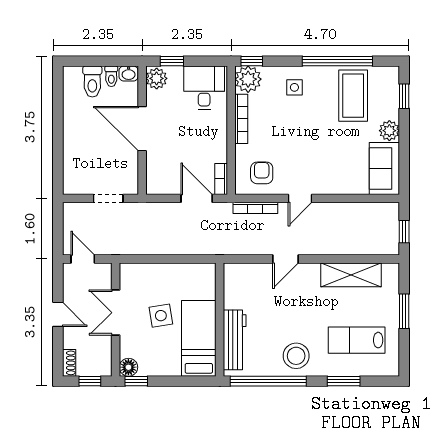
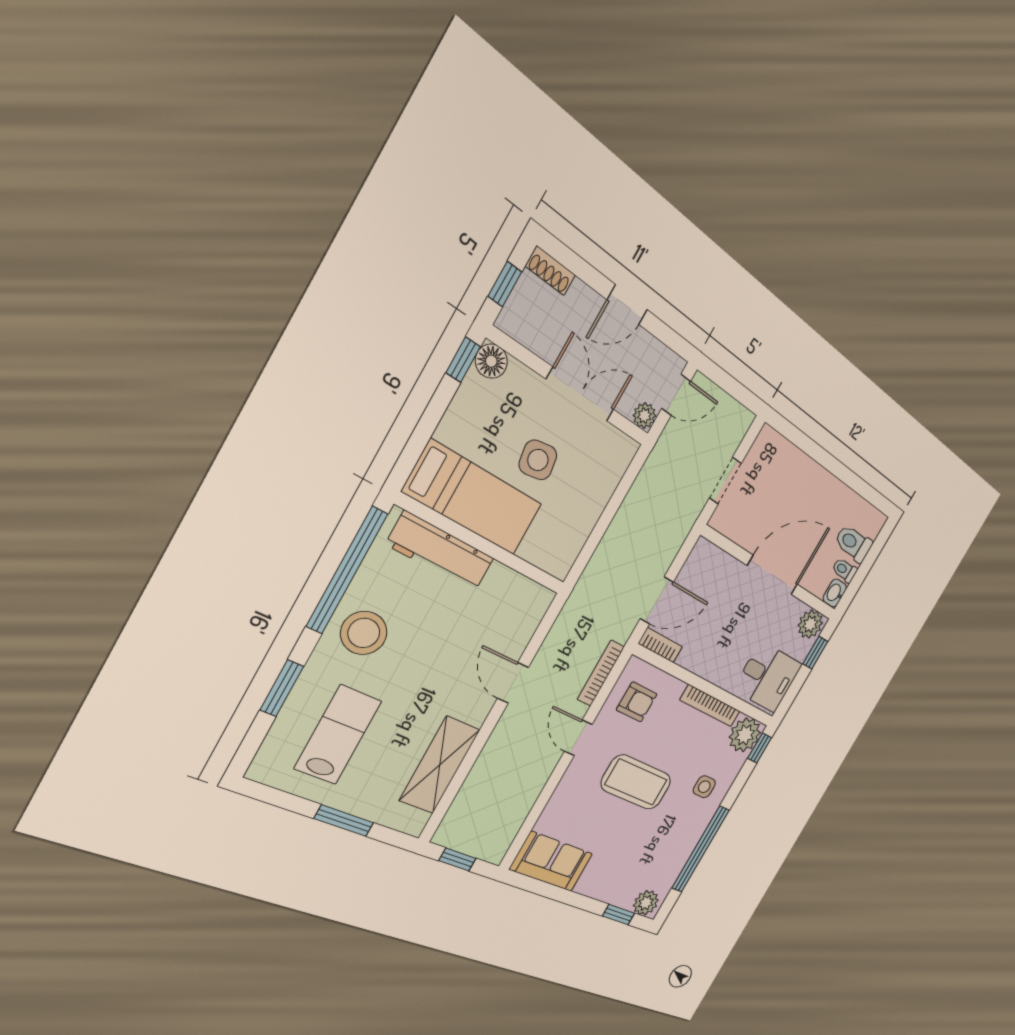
coffee table: (353, 96) -> (636, 782), moved
plant: (389, 131) -> (646, 903), moved
plant: (104, 270) -> (644, 416), added

